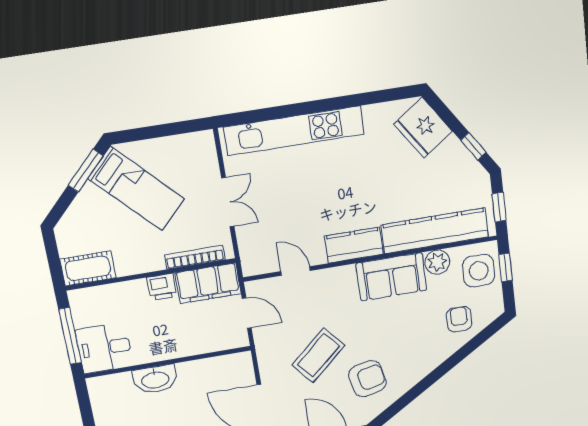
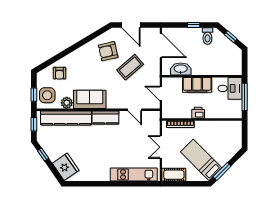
kitchen unit: (294, 131) -> (134, 175), width x0.73
cot: (88, 268) -> (174, 175), moved
filing cabinet: (208, 283) -> (197, 85), moved, turned 180
washbasin: (155, 379) -> (181, 69), moved

